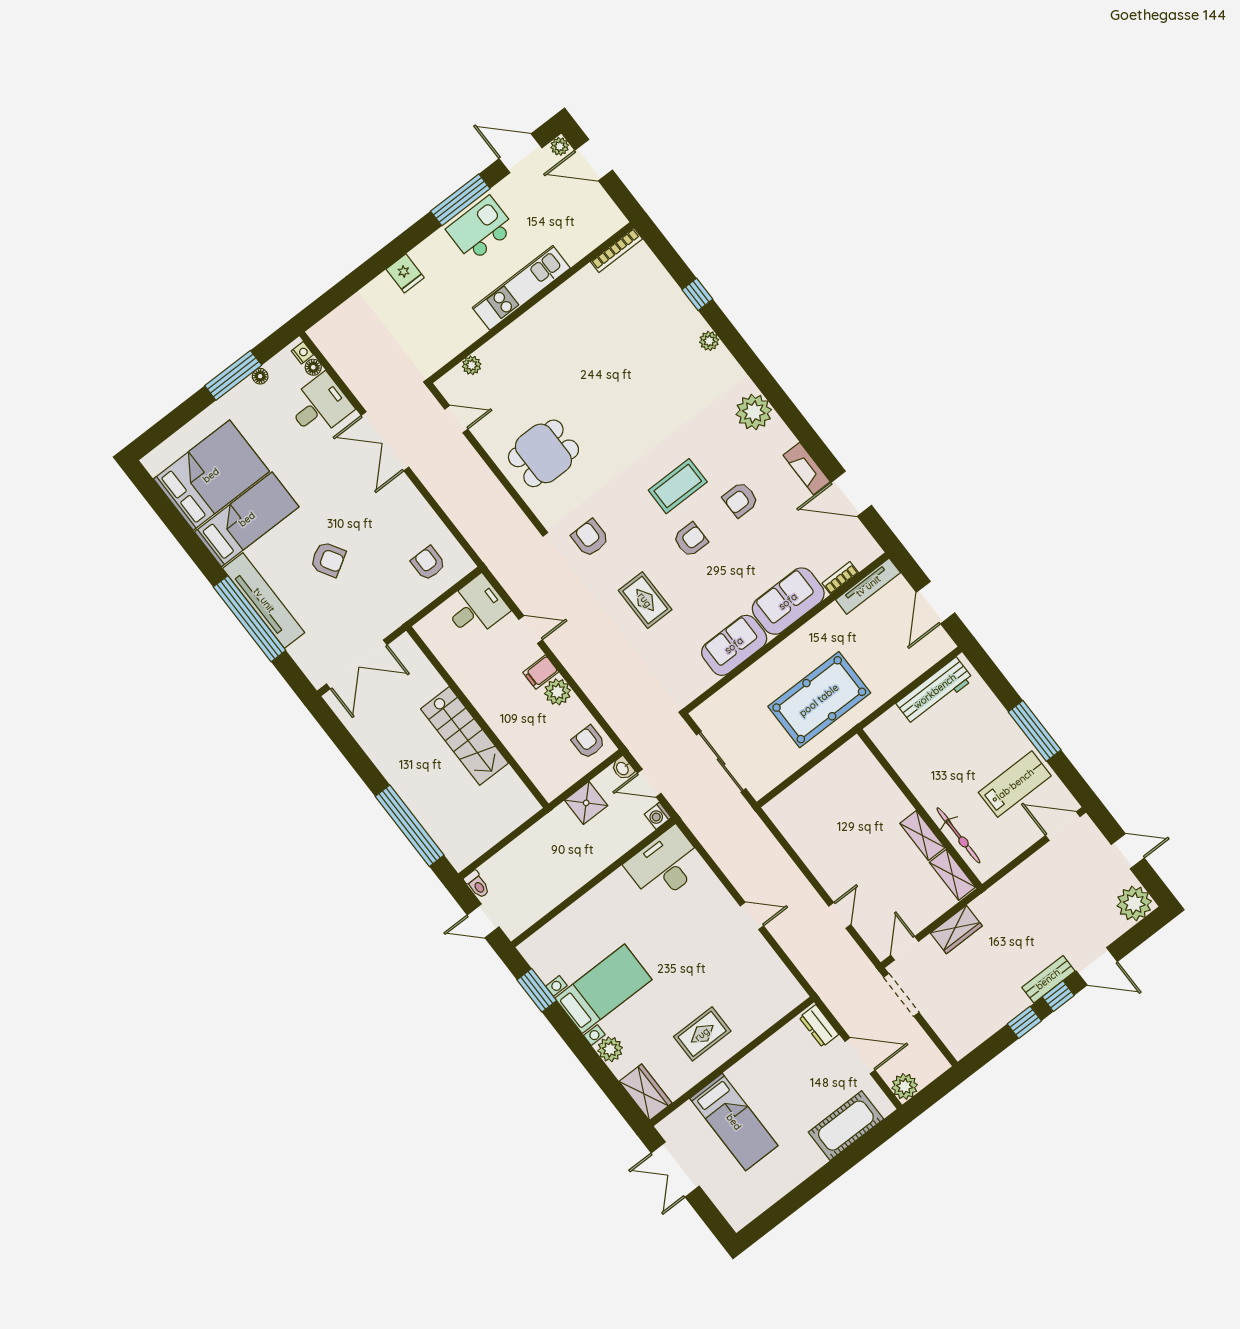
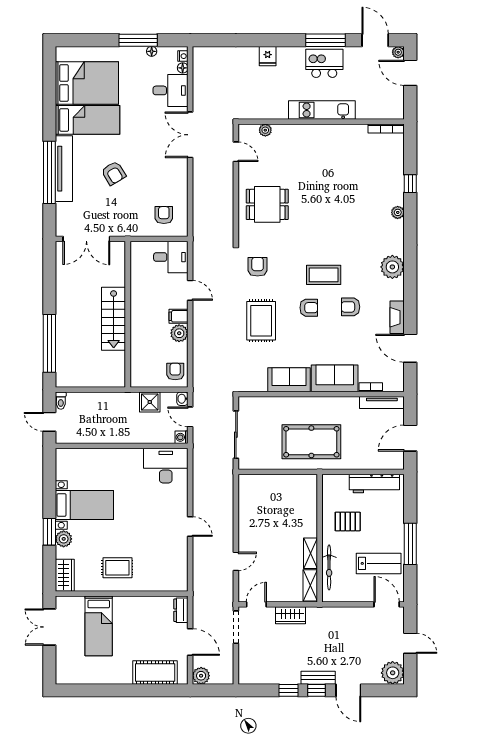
rug: (645, 600) -> (261, 321), width x1.36, depth x1.43
pallet: (938, 762) -> (348, 521), added
window: (537, 990) -> (49, 532), moved

